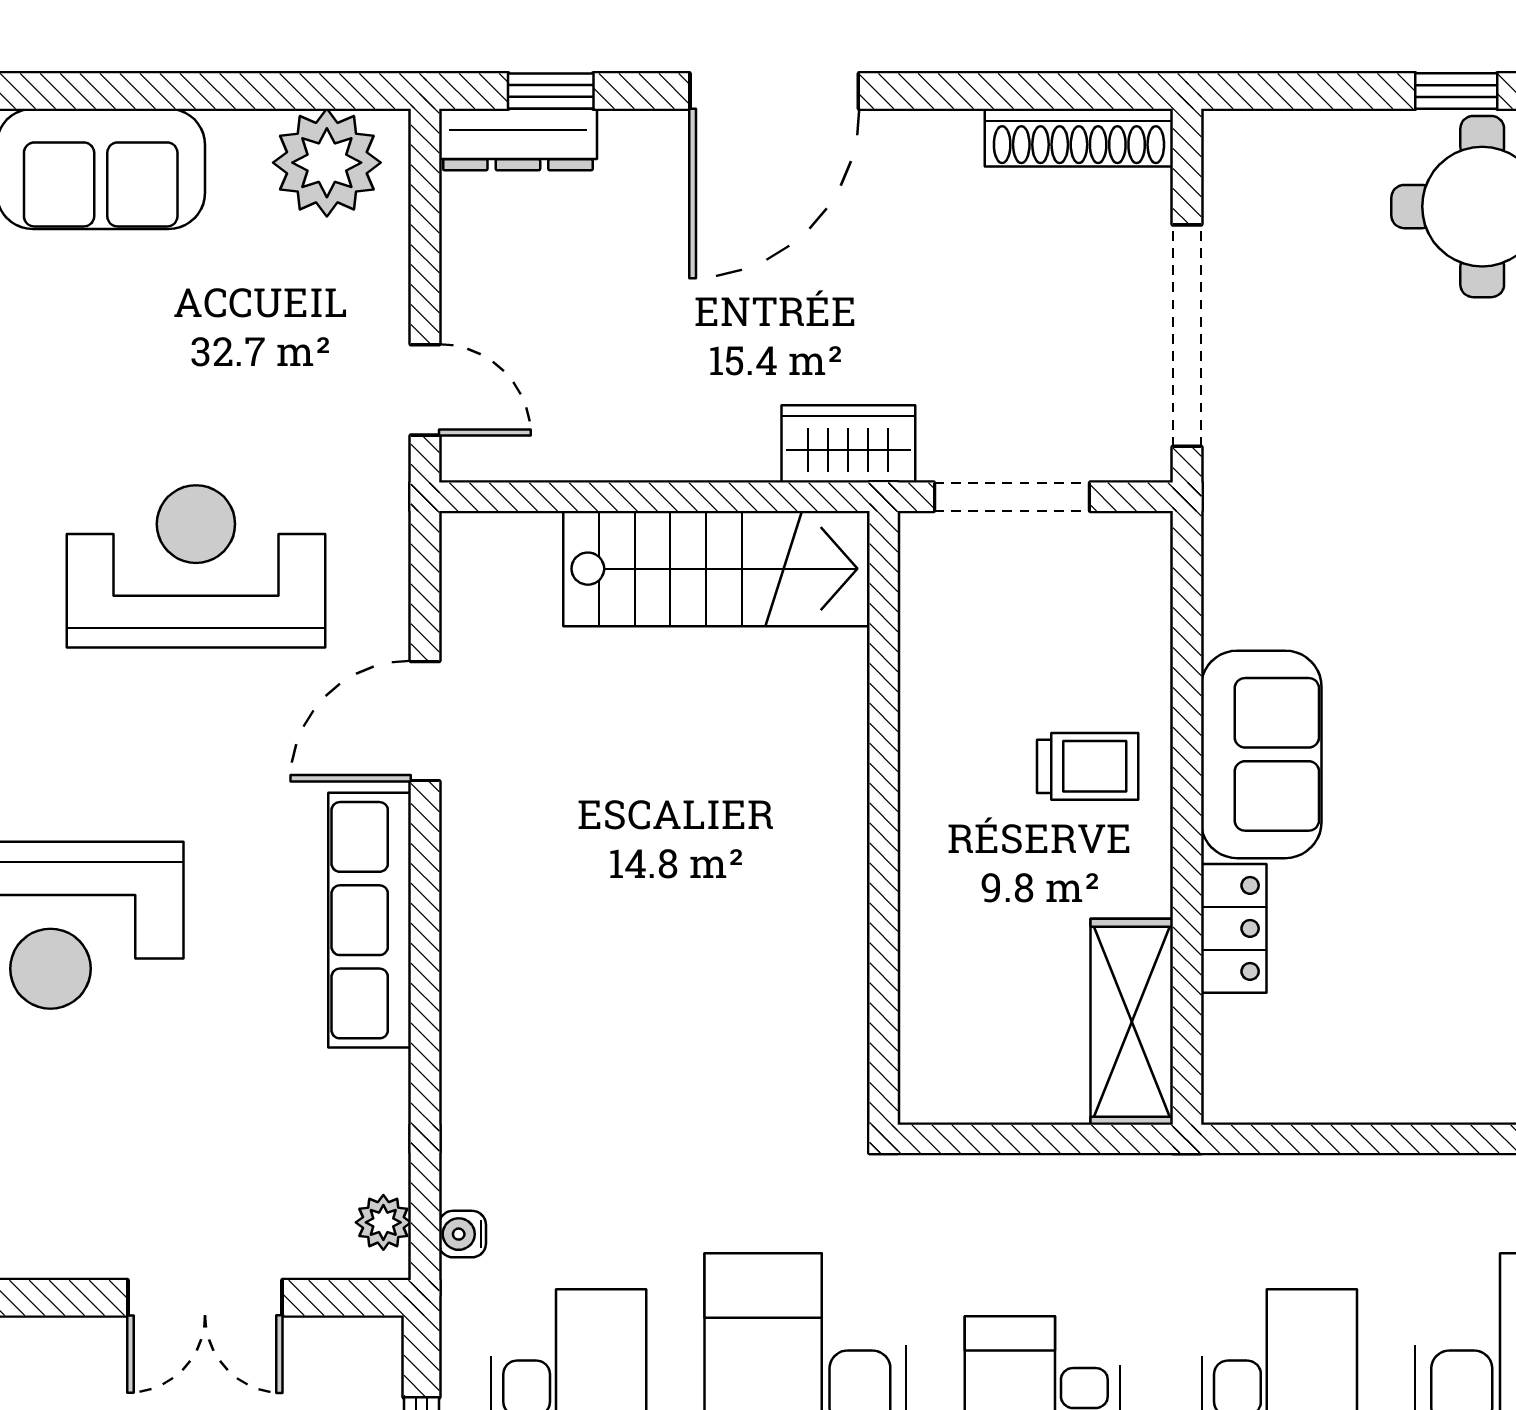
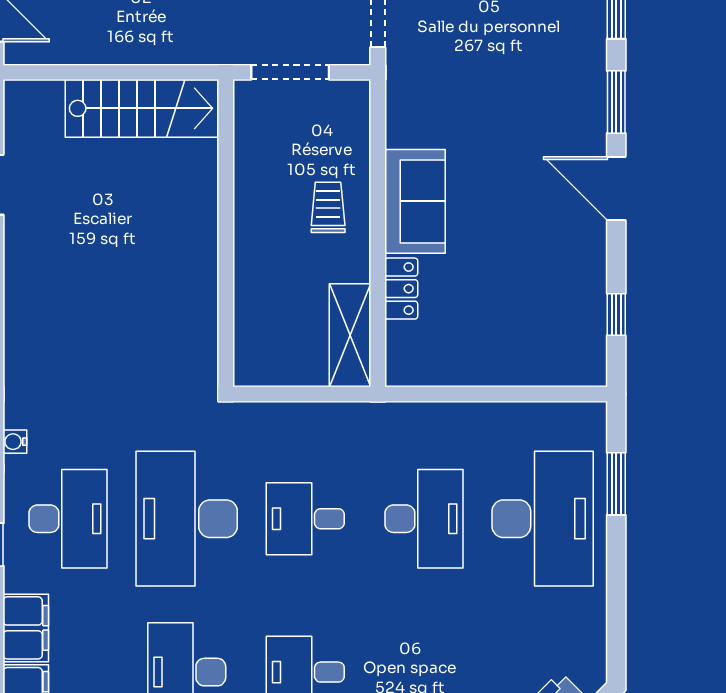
wardrobe: (848, 444) -> (208, 46), removed
trolley: (1088, 766) -> (328, 207), turned -90

